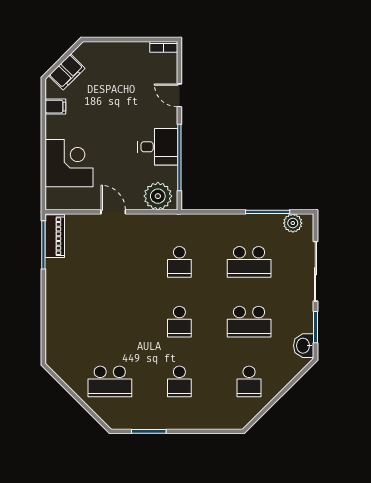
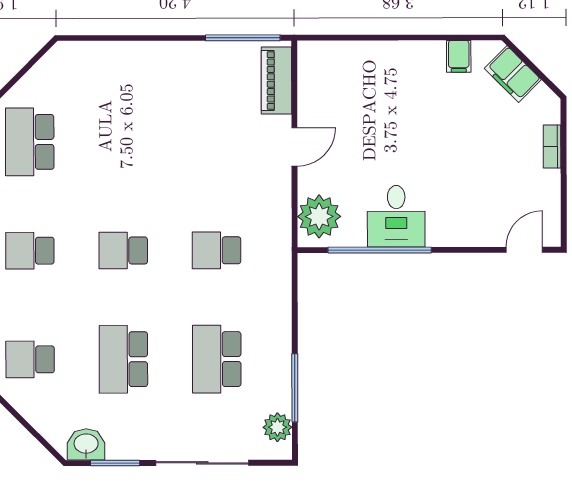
bookcase: (164, 47) -> (552, 147), moved
door: (179, 95) -> (524, 250), moved
corner desk: (69, 163) -> (370, 78), removed
piano: (55, 236) -> (276, 80), moved, turned 90

